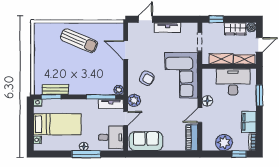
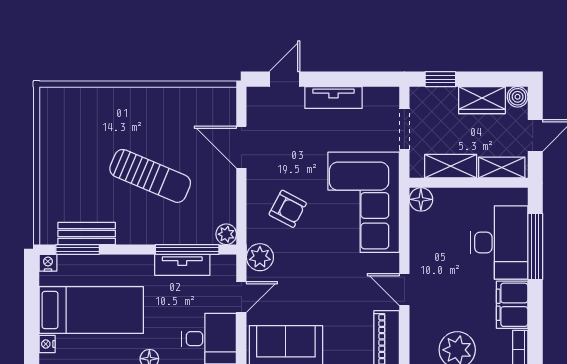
sun lounger: (79, 41) -> (150, 176), moved
desk: (233, 82) -> (499, 243), moved, turned 90
window: (259, 95) -> (535, 246), width x1.44
floor lamp: (207, 101) -> (421, 199), moved
tv unit: (111, 104) -> (182, 265), moved
door: (200, 115) -> (404, 290), hinge flipped

